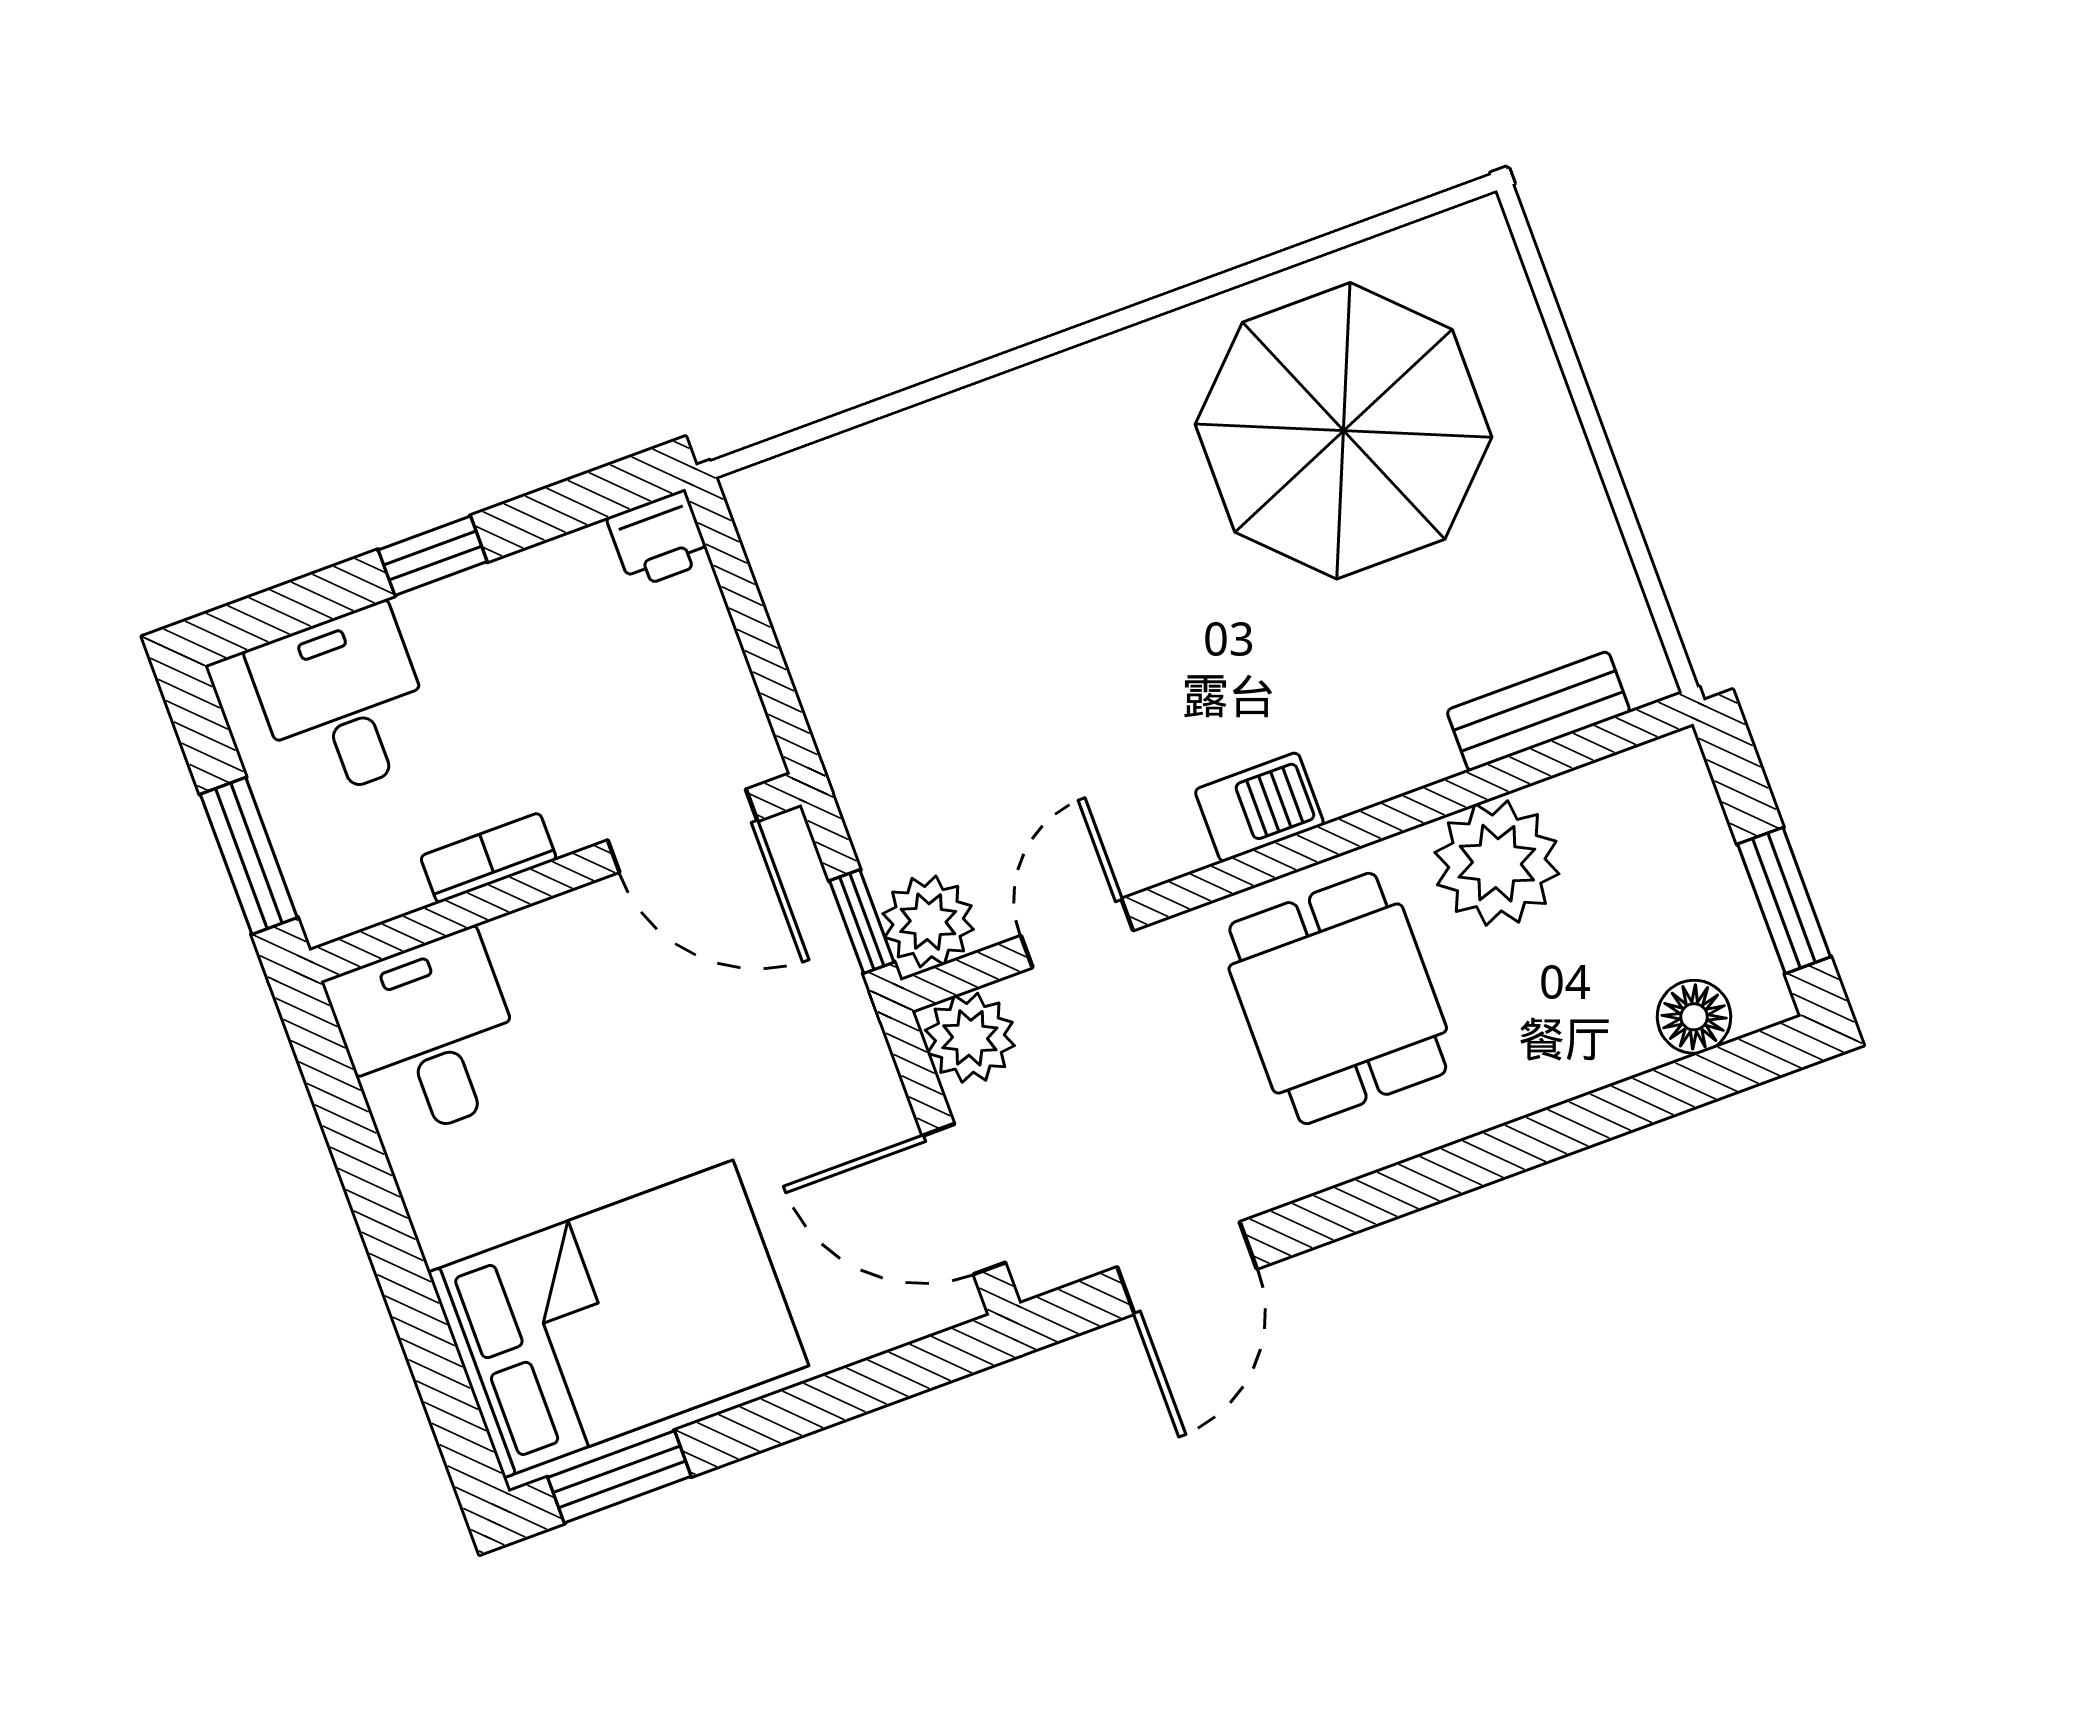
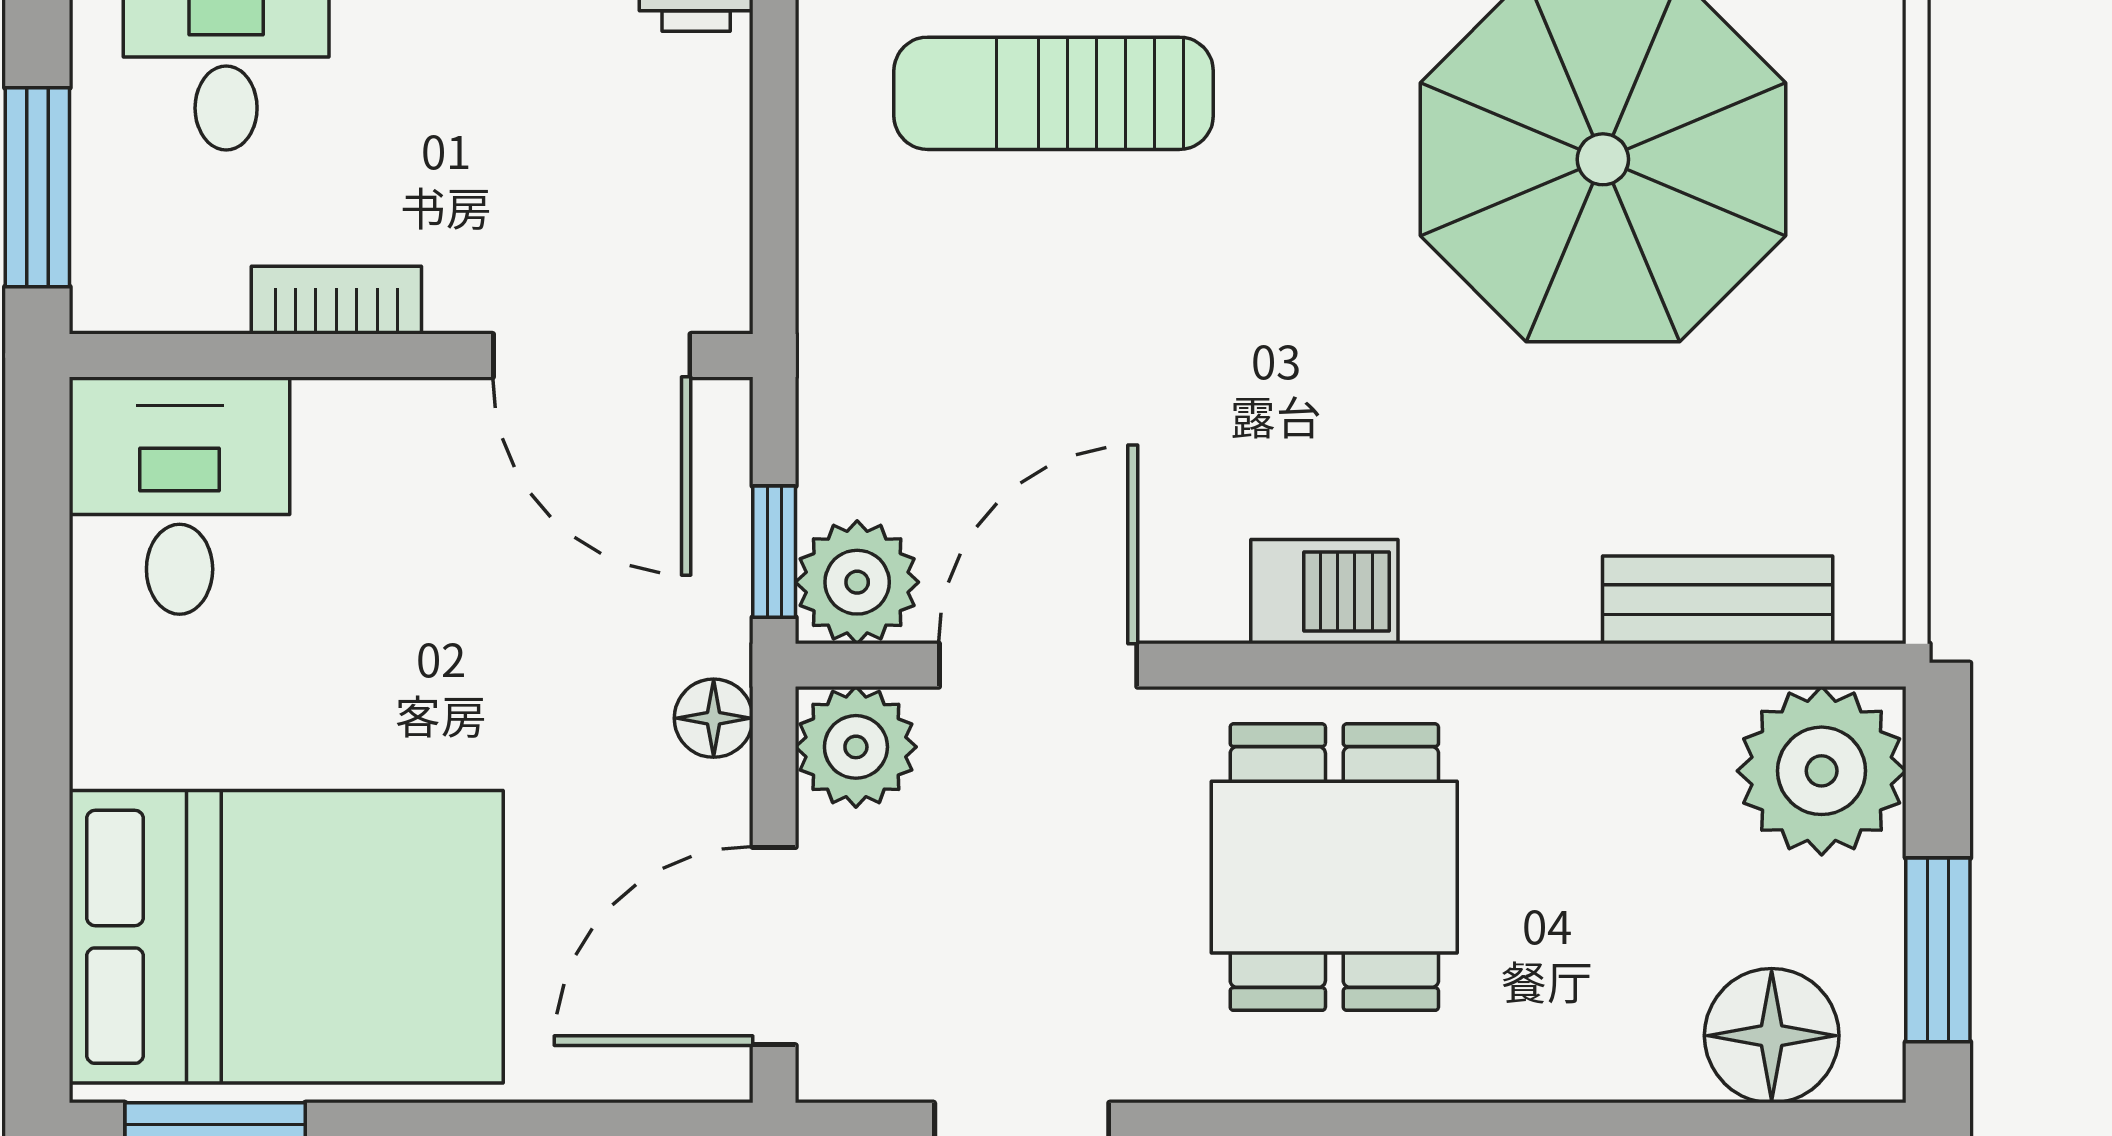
sun lounger: (940, 527) -> (1054, 93), added
plant: (1497, 863) -> (1822, 771), moved
door: (1077, 933) -> (1038, 665), width x1.38
floor lamp: (1694, 1017) -> (1772, 1036), width x1.38, depth x1.38
floor lamp: (862, 1054) -> (714, 718), added
door: (964, 1199) -> (774, 946), hinge flipped

